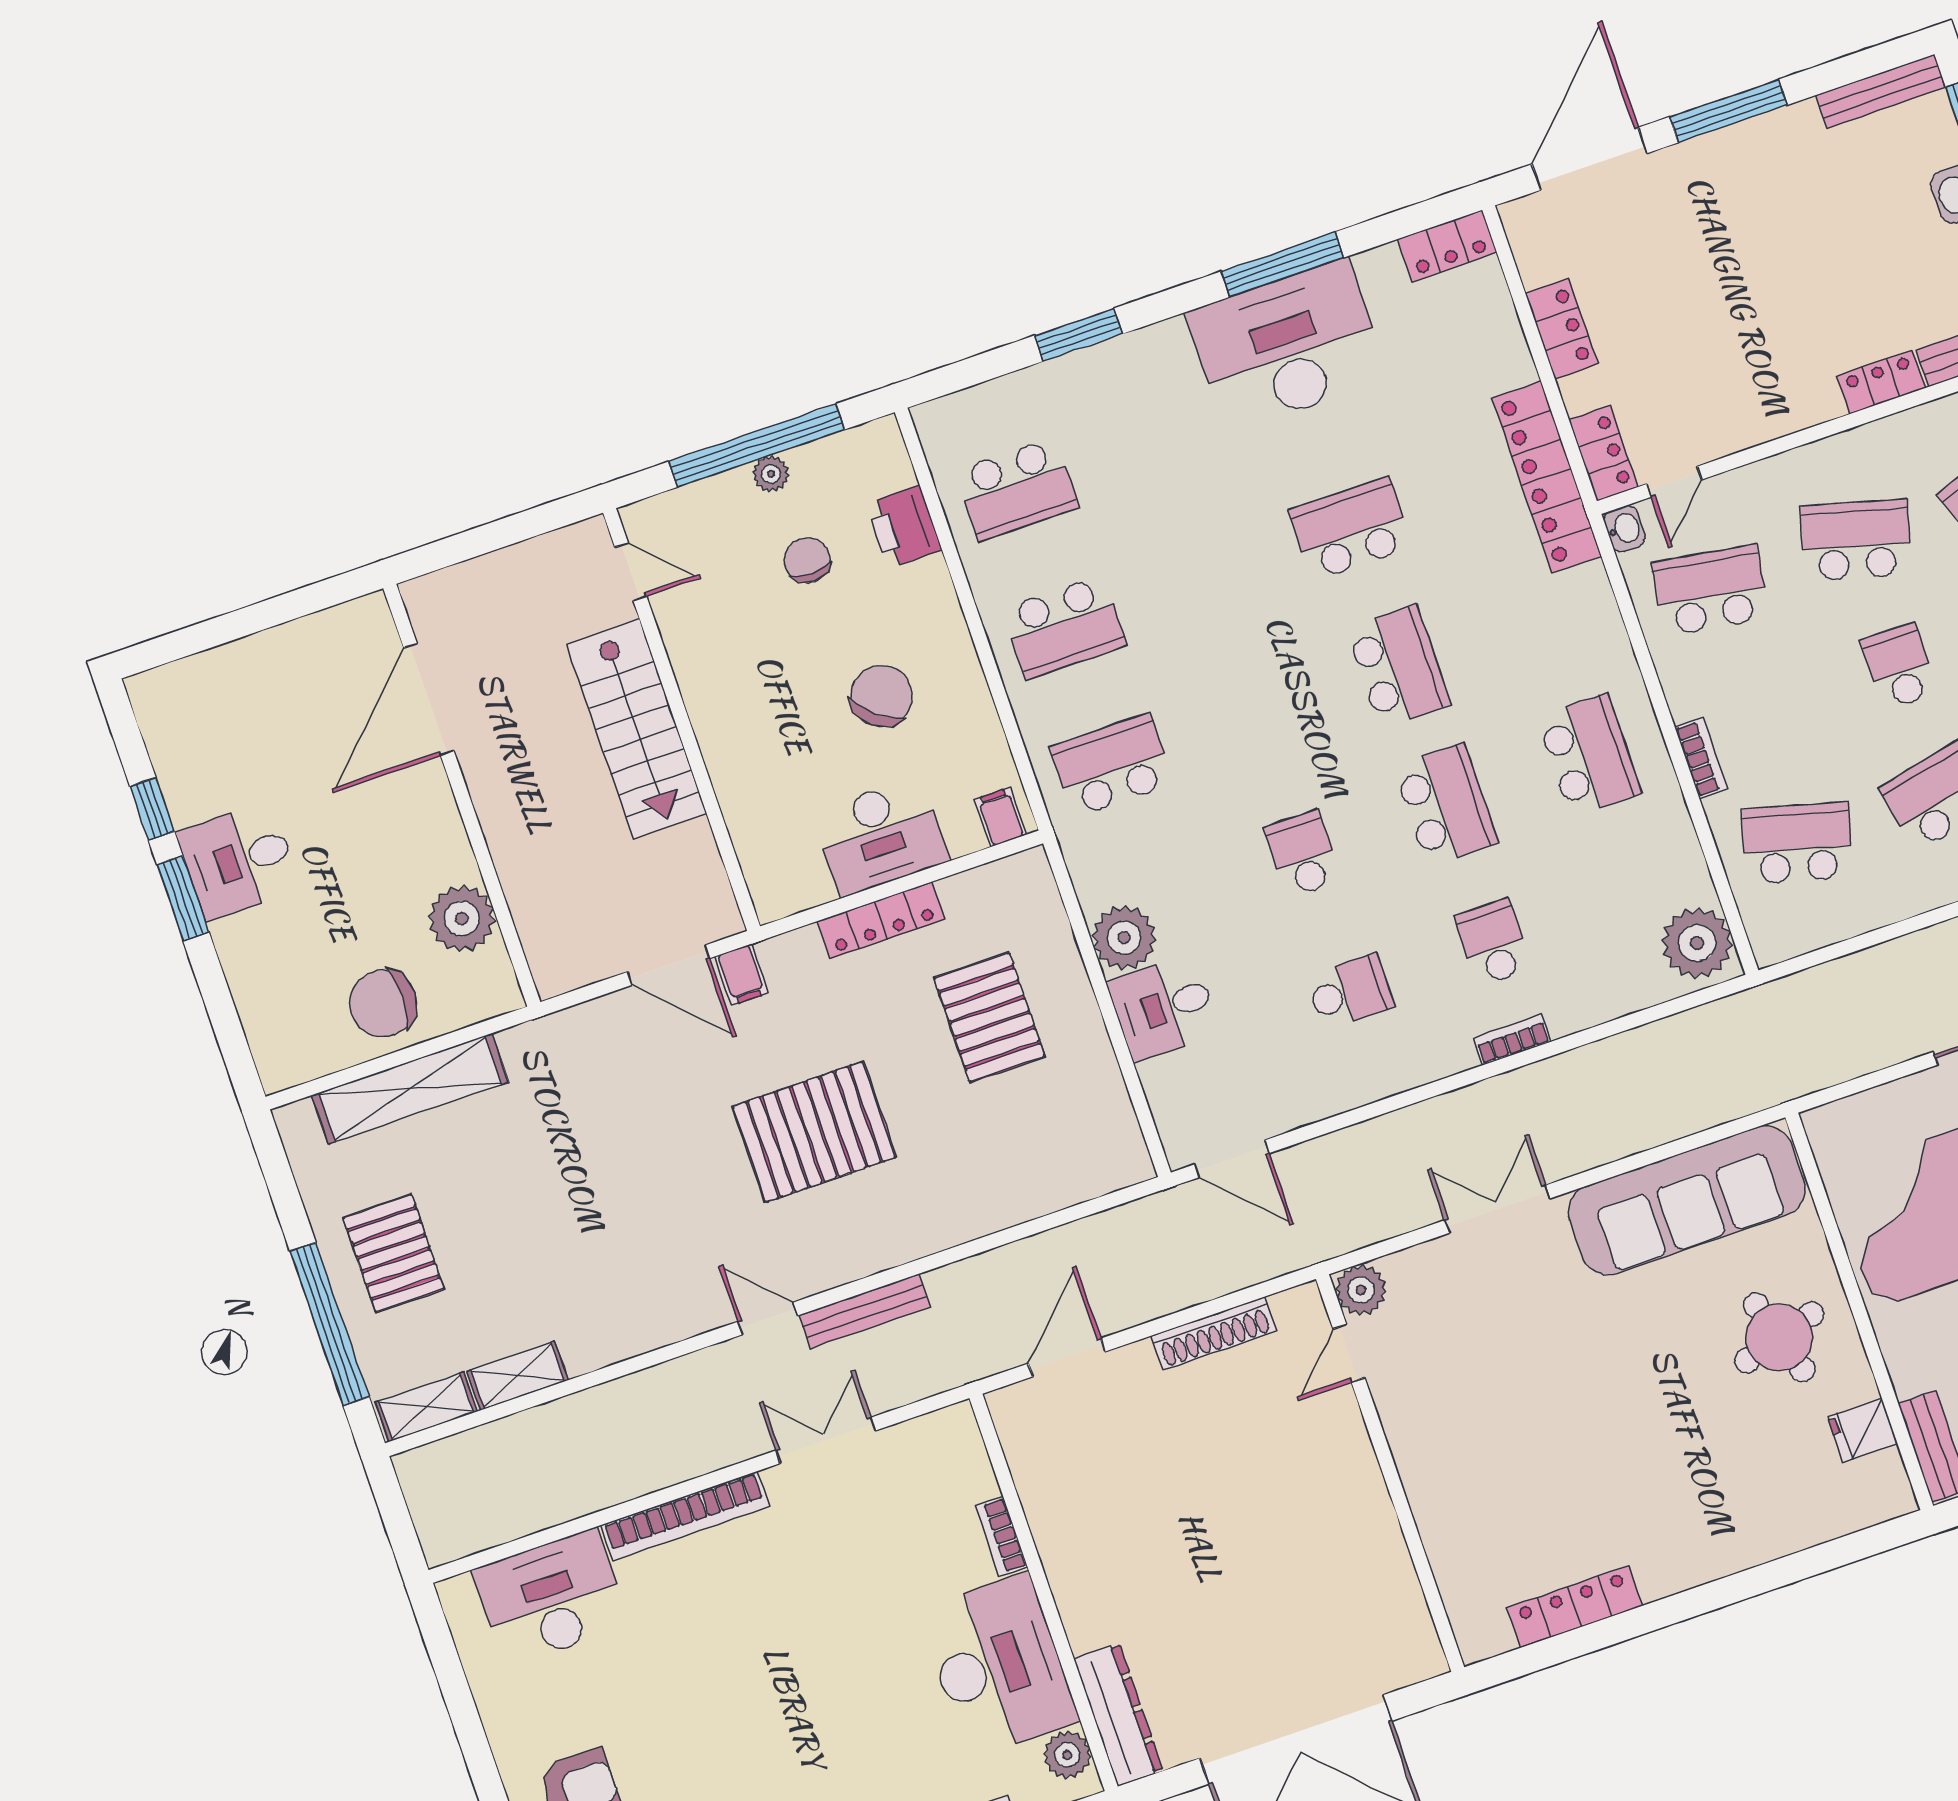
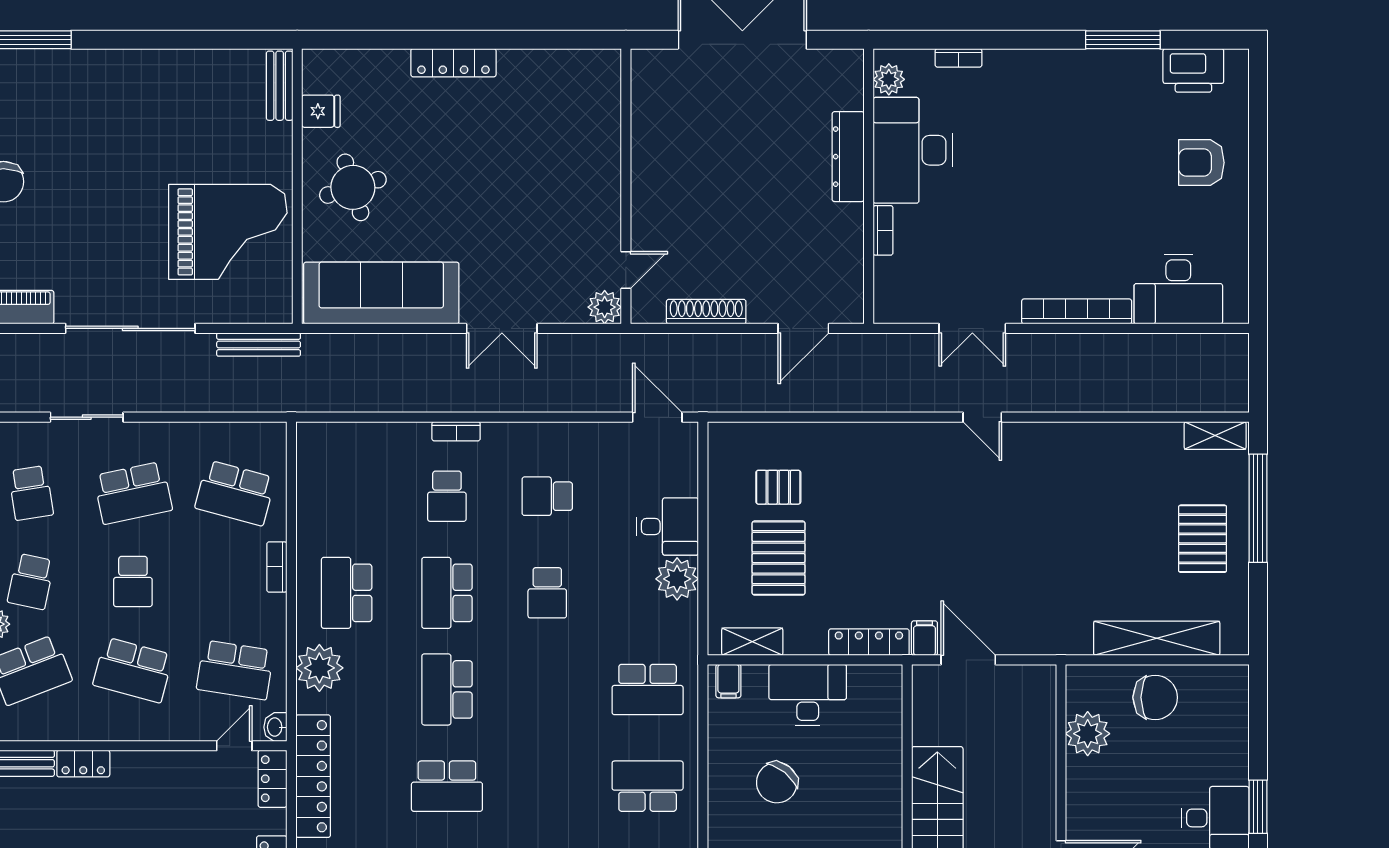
locker: (881, 920) -> (869, 642), moved
plant: (1697, 943) -> (319, 668), moved
pallet: (814, 1132) -> (778, 487), moved, width x0.49, depth x0.50
bench: (865, 1311) -> (259, 344), moved
shelving: (518, 1376) -> (752, 642), moved
locker: (1575, 1607) -> (453, 63), moved
dresser: (1118, 1715) -> (848, 157), moved

